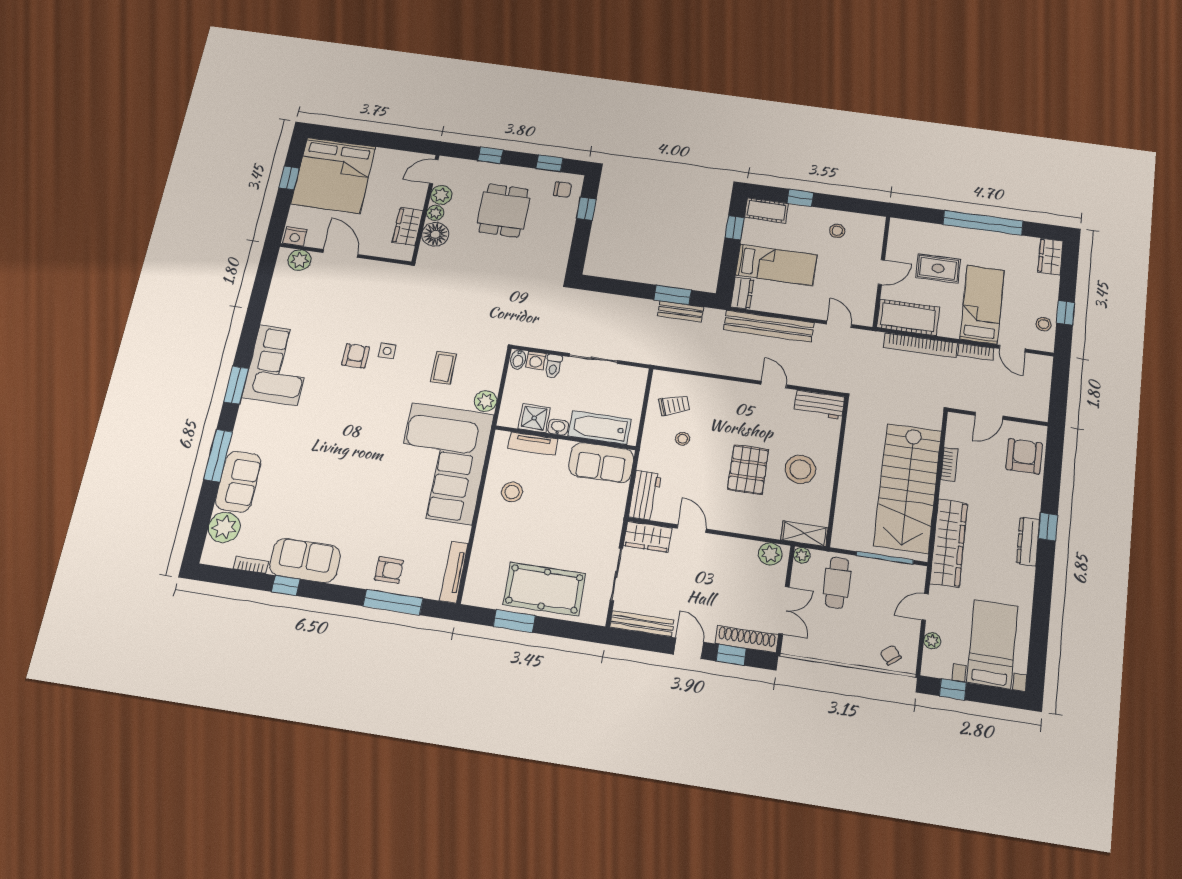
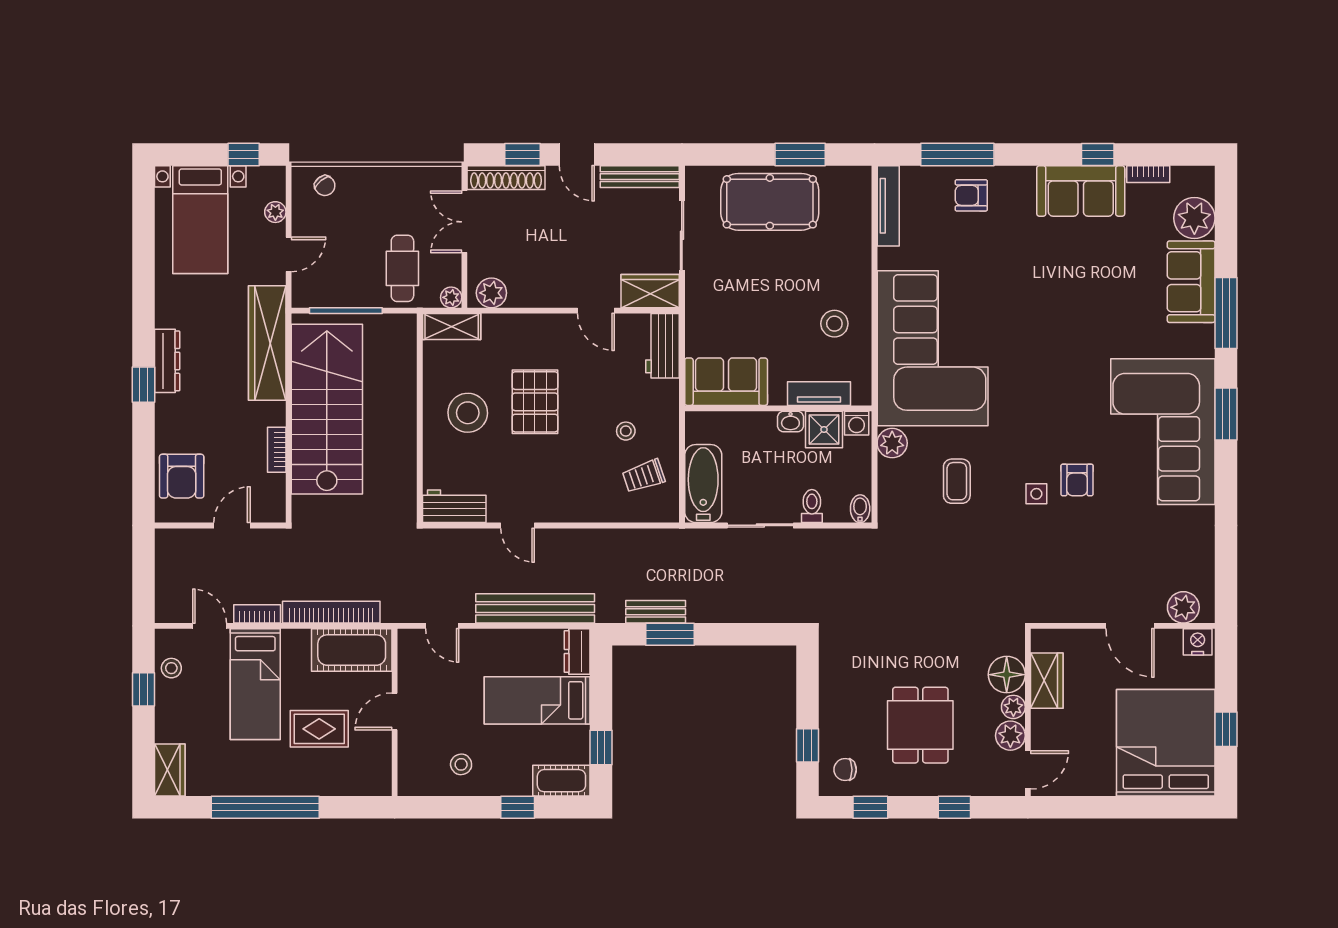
washing machine: (536, 361) -> (857, 423), moved, turned 180
corner sofa: (278, 365) -> (1163, 432), width x1.36, depth x1.36
bathtub: (600, 428) -> (703, 484), moved, turned -90

